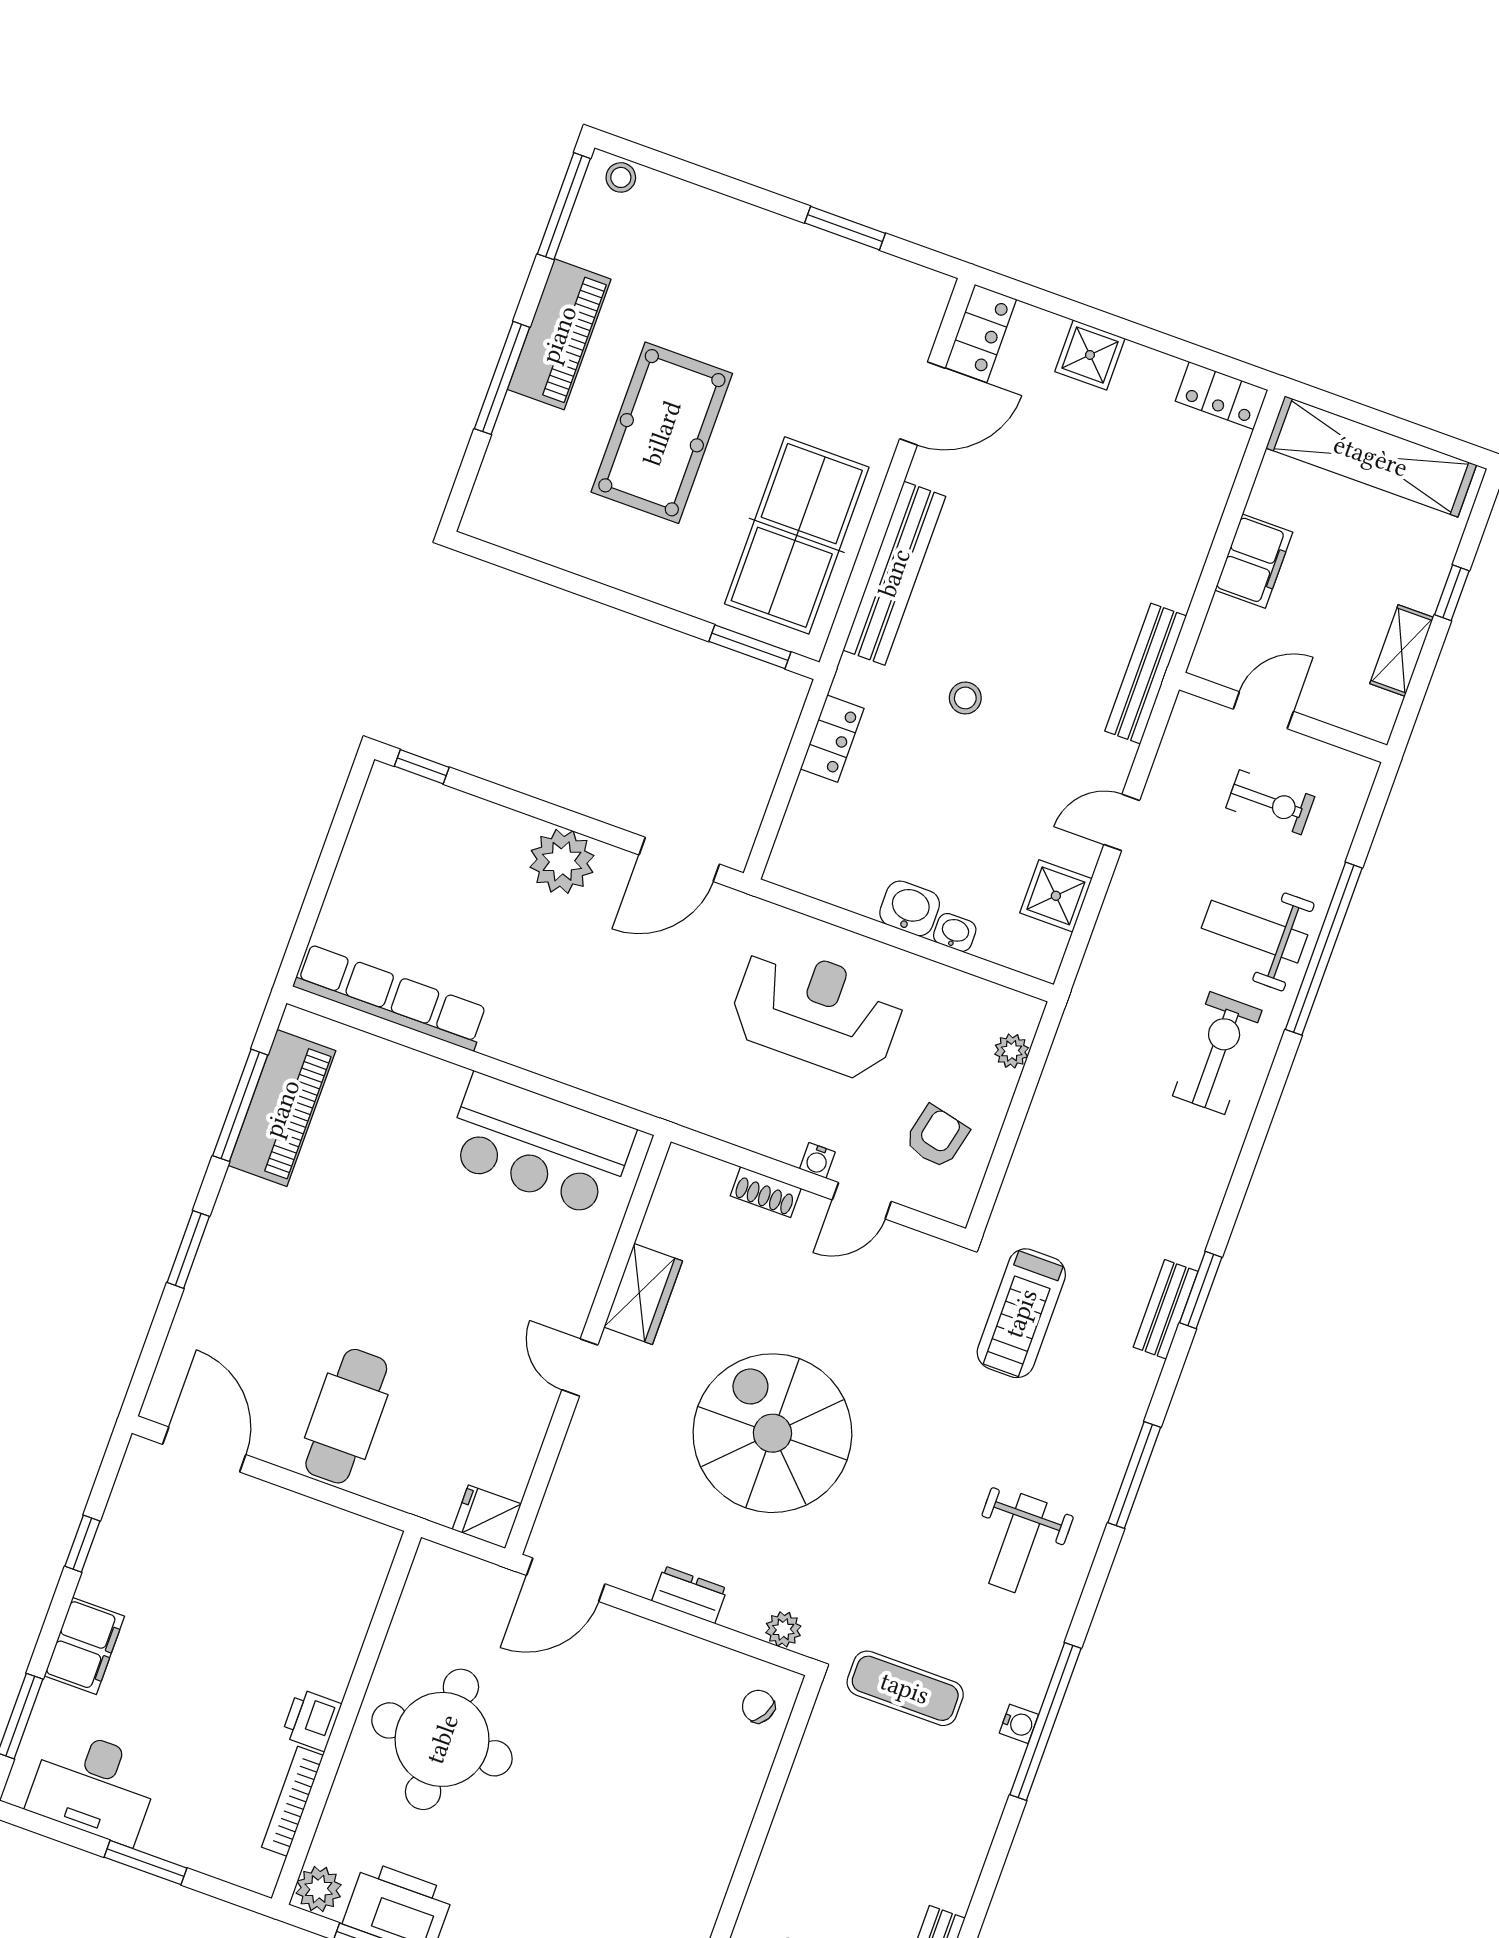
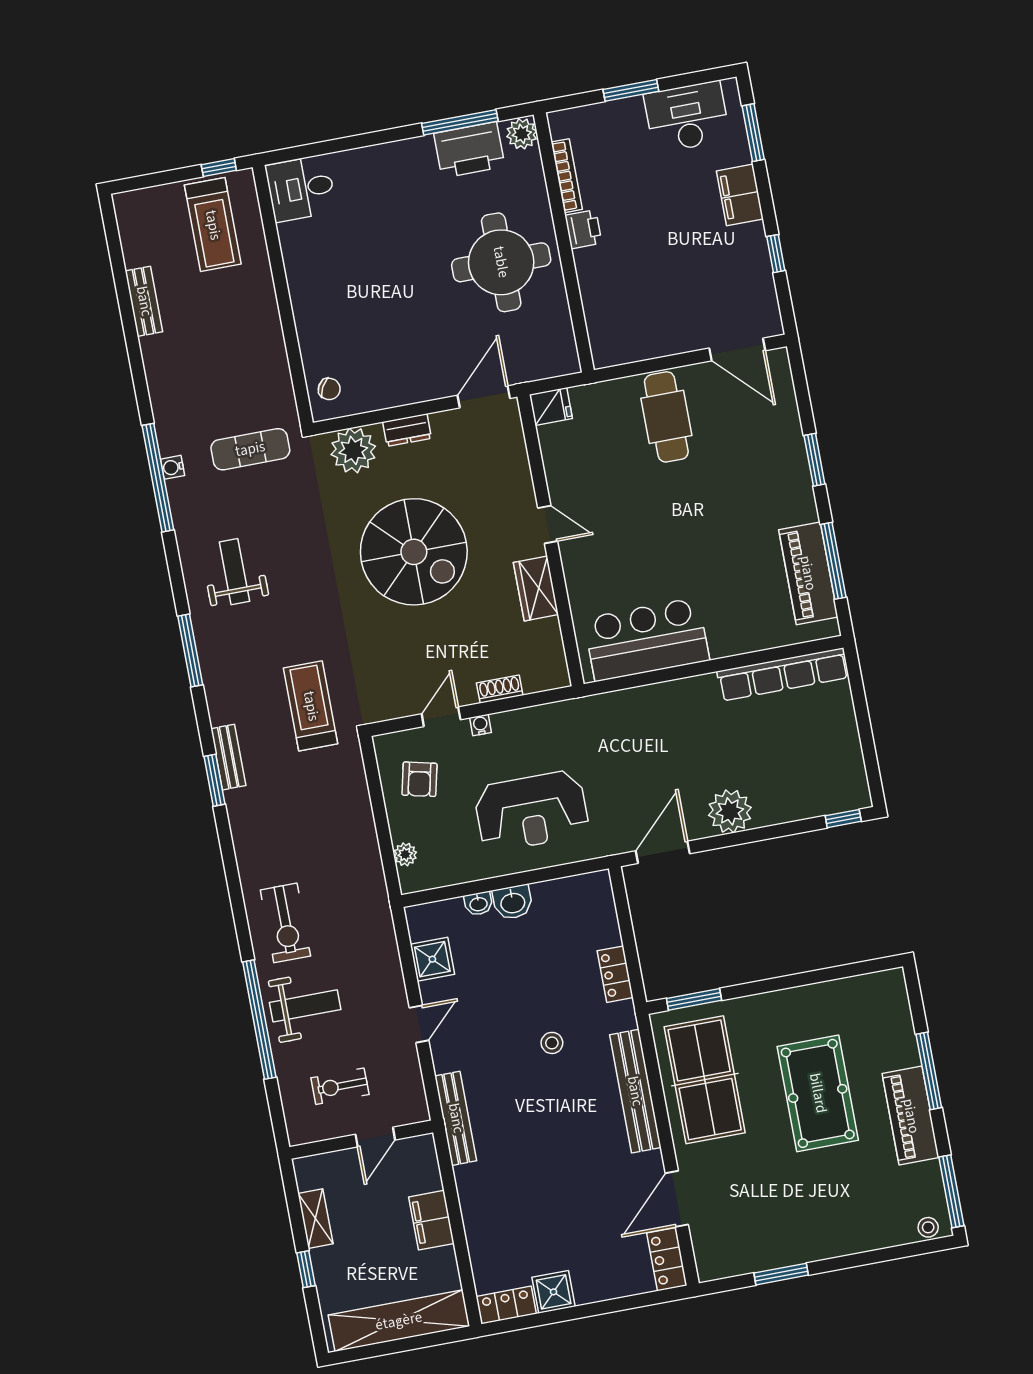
shower: (1090, 355) -> (554, 1292), moved
plant: (783, 1629) -> (353, 450), width x1.88, depth x1.88

